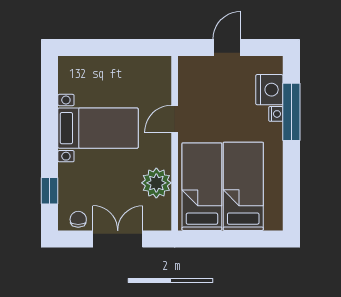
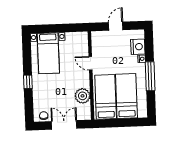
window: (291, 112) -> (150, 76), moved
door: (175, 119) -> (91, 63), hinge flipped
bed with nightstands: (98, 128) -> (48, 53), moved, turned 90
window: (50, 191) -> (28, 82), moved

